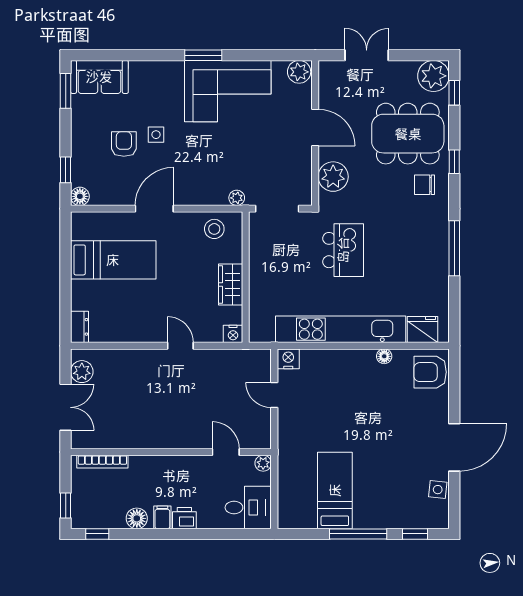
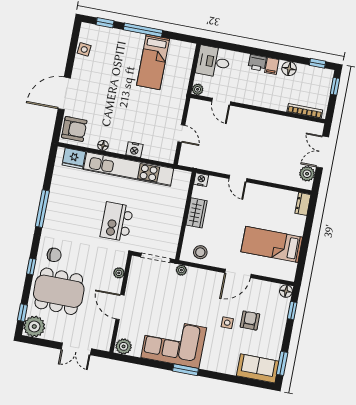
armchair: (124, 144) -> (250, 320), turned 180
plant: (333, 177) -> (119, 273), width x0.53, depth x0.53
nightstand: (288, 359) -> (134, 150), moved
door: (454, 447) -> (64, 93), moved

